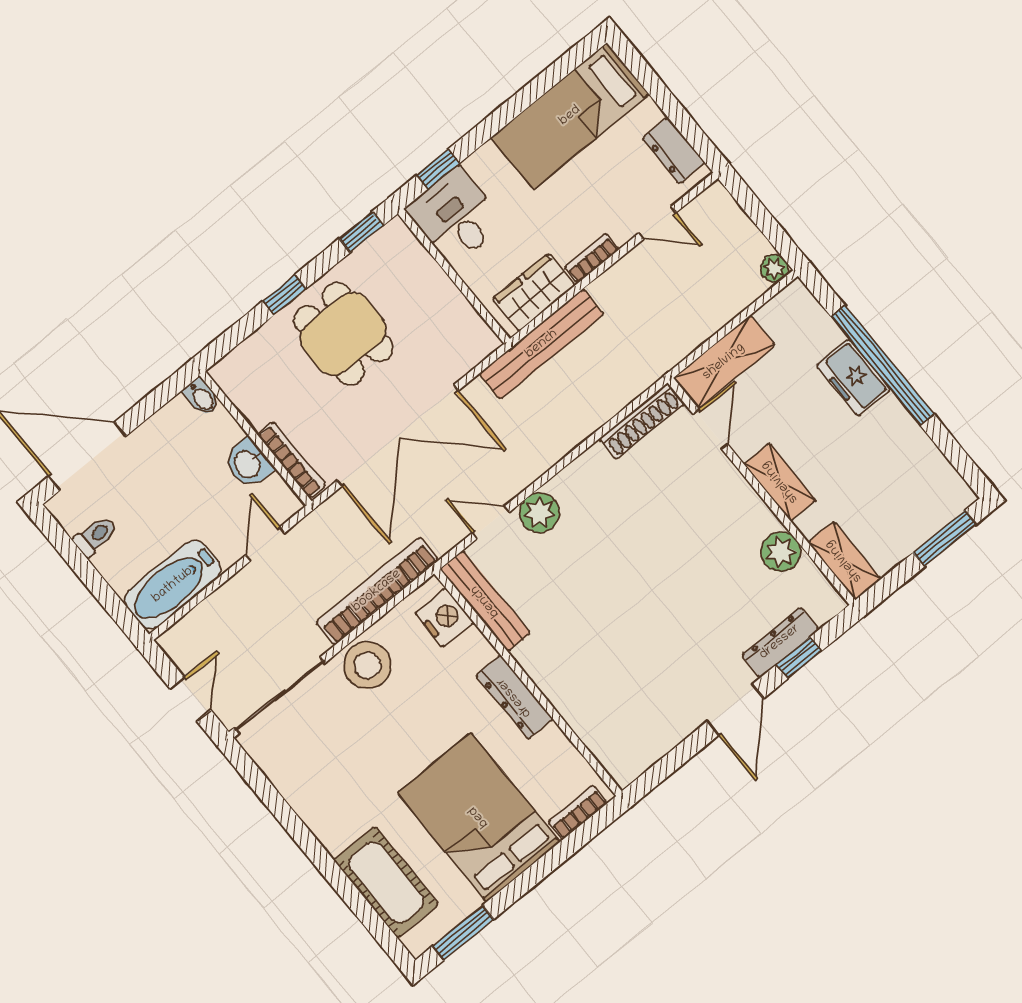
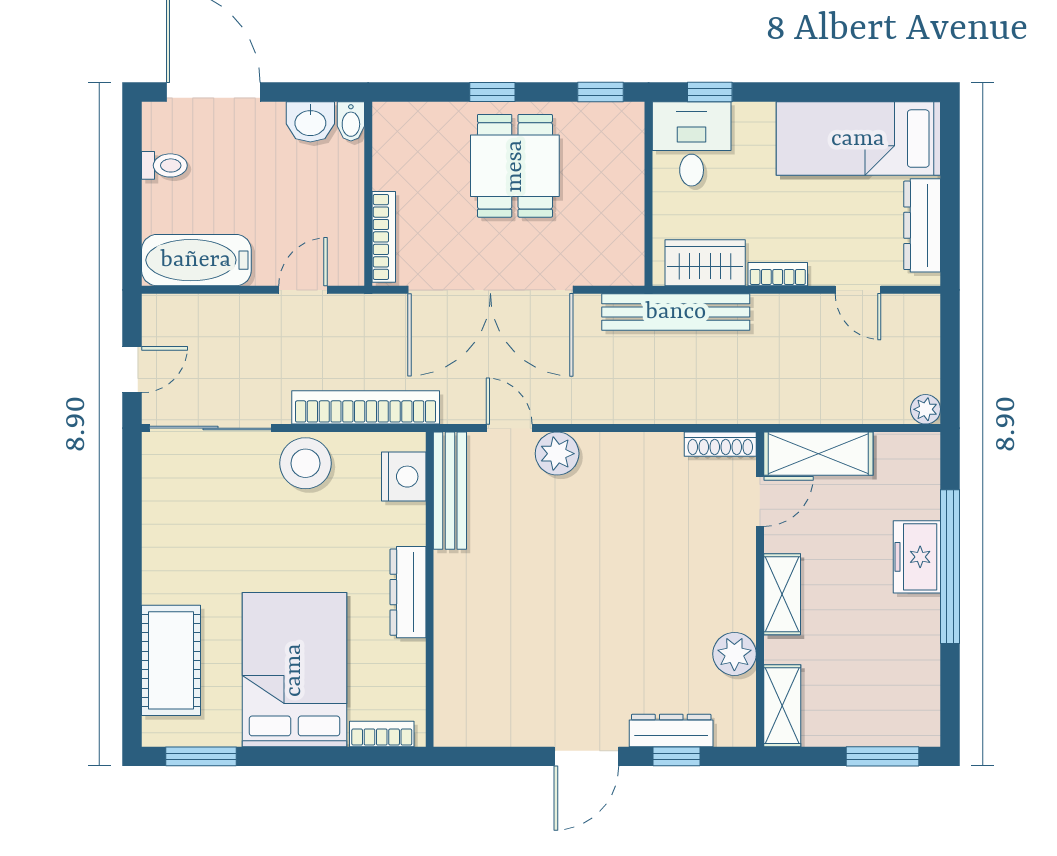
dresser: (674, 150) -> (922, 225), width x1.44
shoe rack: (642, 421) -> (720, 444), width x0.74, depth x0.81
washbasin: (248, 464) -> (310, 122), moved, turned -90

